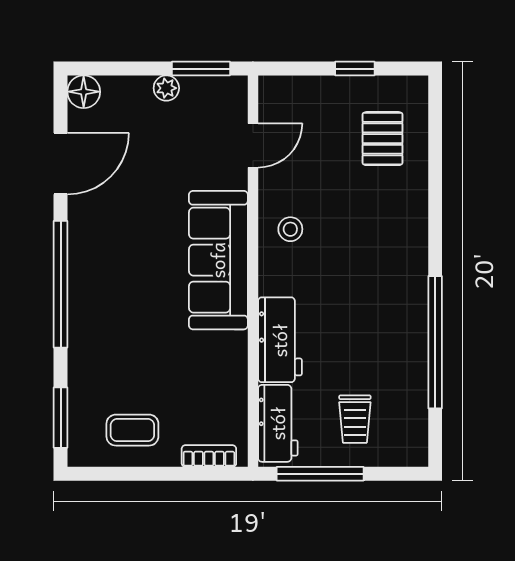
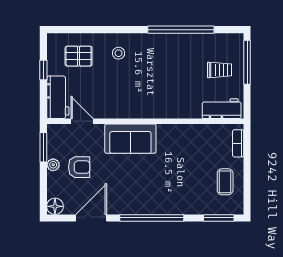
armchair: (162, 140) -> (79, 167), added
door: (61, 164) -> (91, 218), hinge flipped
stool: (290, 229) -> (119, 53), moved
sofa: (218, 260) -> (130, 139), width x0.73
workbench: (280, 340) -> (58, 97), moved, turned 90
window: (320, 474) -> (247, 62), moved

